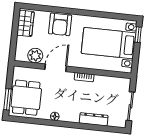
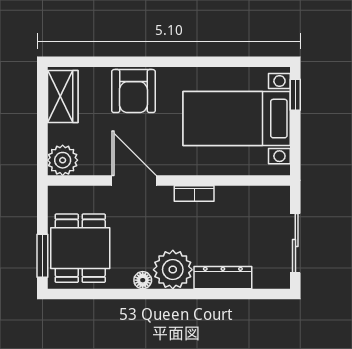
plant: (35, 56) -> (63, 160), moved
door: (56, 68) -> (134, 180), hinge flipped
plant: (70, 113) -> (173, 270), added

